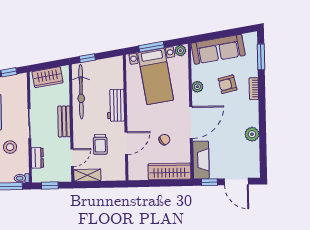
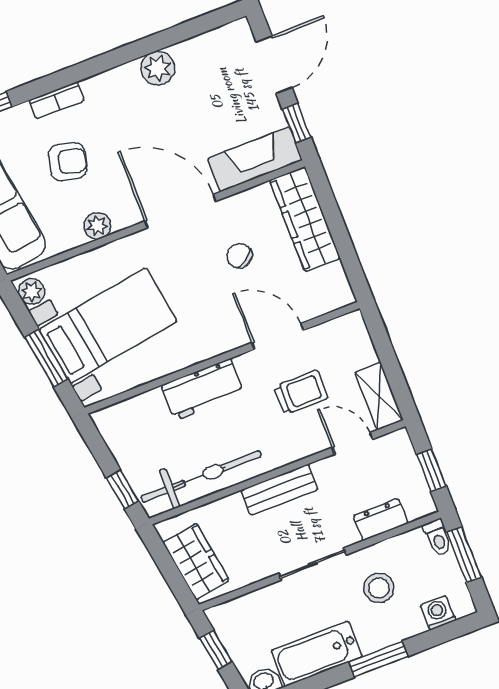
armchair: (227, 84) -> (68, 162), turned -64

